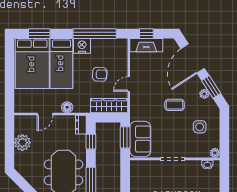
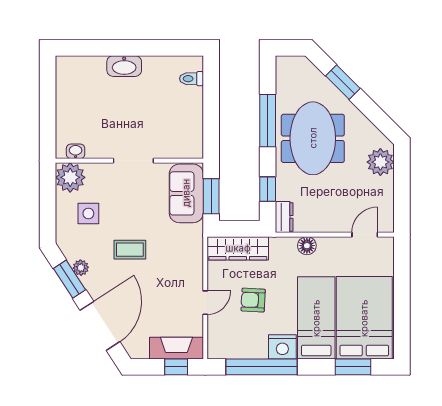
door: (129, 84) -> (205, 303), moved
door: (45, 114) -> (365, 235), moved
plant: (22, 143) -> (380, 162), moved
plant: (215, 153) -> (70, 177), width x1.88, depth x1.88

